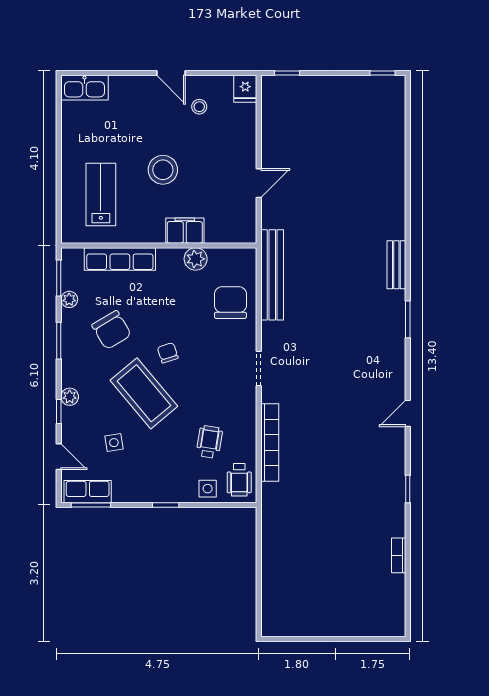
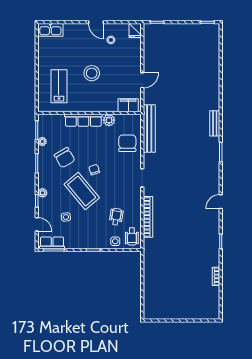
filing cabinet: (185, 231) -> (128, 105), moved
row of seats: (120, 259) -> (83, 120), moved

